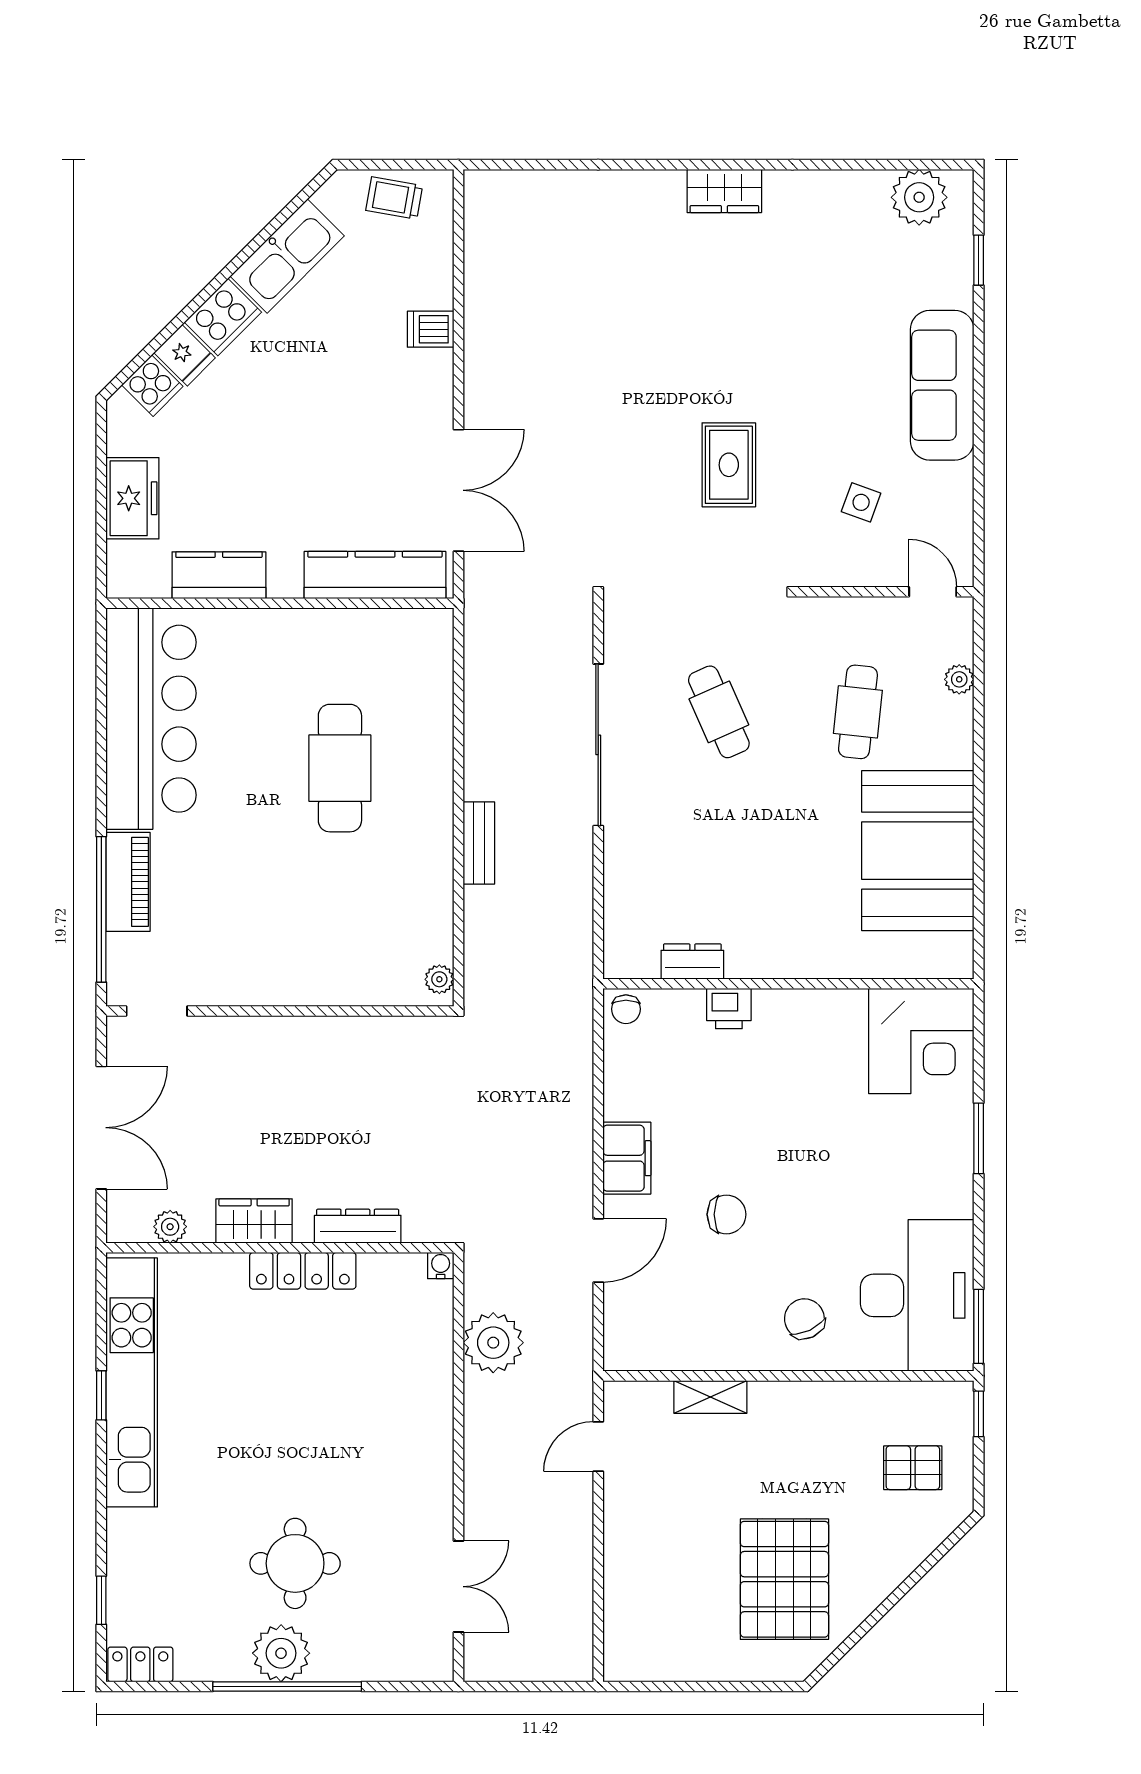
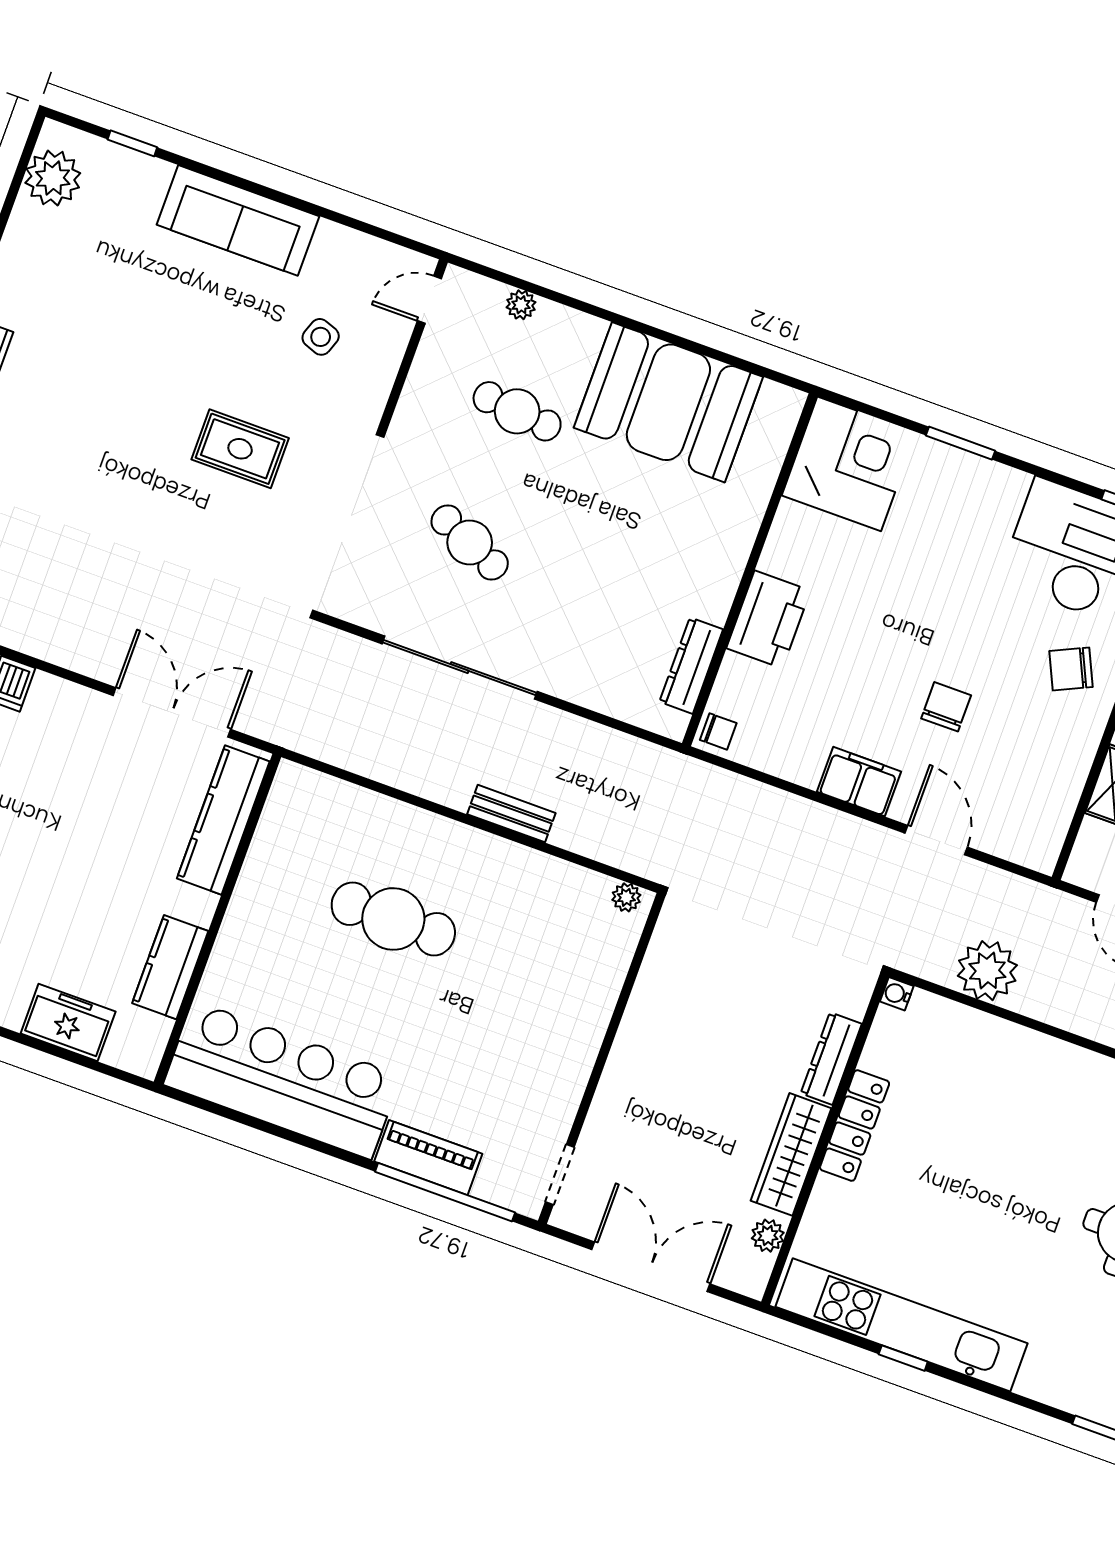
cafe table: (719, 712) -> (470, 542), turned 48
dresser: (692, 962) -> (691, 666), width x1.44
printer: (729, 1009) -> (769, 619), width x1.87, depth x1.48
wardrobe: (254, 1221) -> (791, 1154), width x1.50

